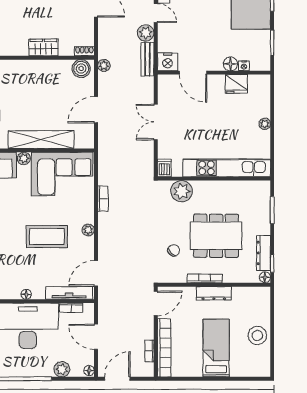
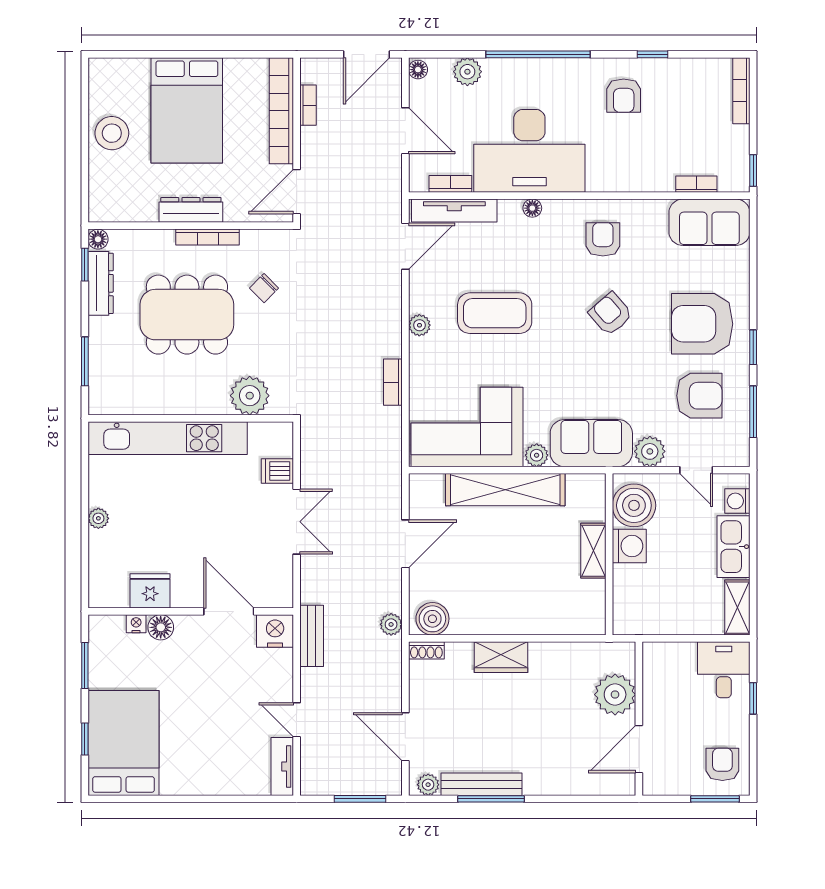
plant: (146, 33) -> (315, 684), removed
dishwasher: (164, 168) -> (277, 471), moved, turned 90
bed: (216, 348) -> (187, 110), width x1.50

